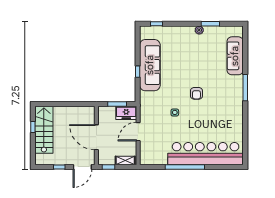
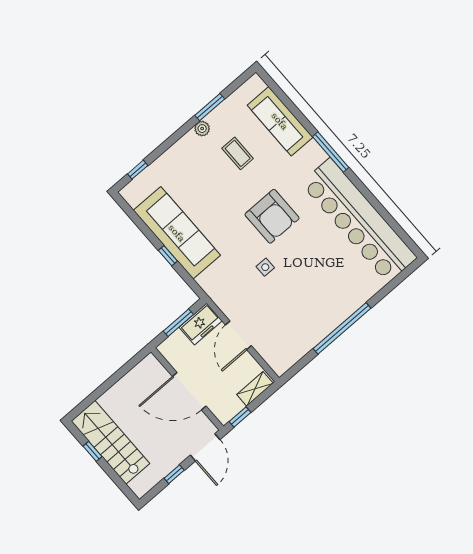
coffee table: (205, 54) -> (238, 153), added
armchair: (196, 93) -> (272, 216), width x1.88, depth x1.88
bar counter: (206, 154) -> (359, 220), moved, turned -90

